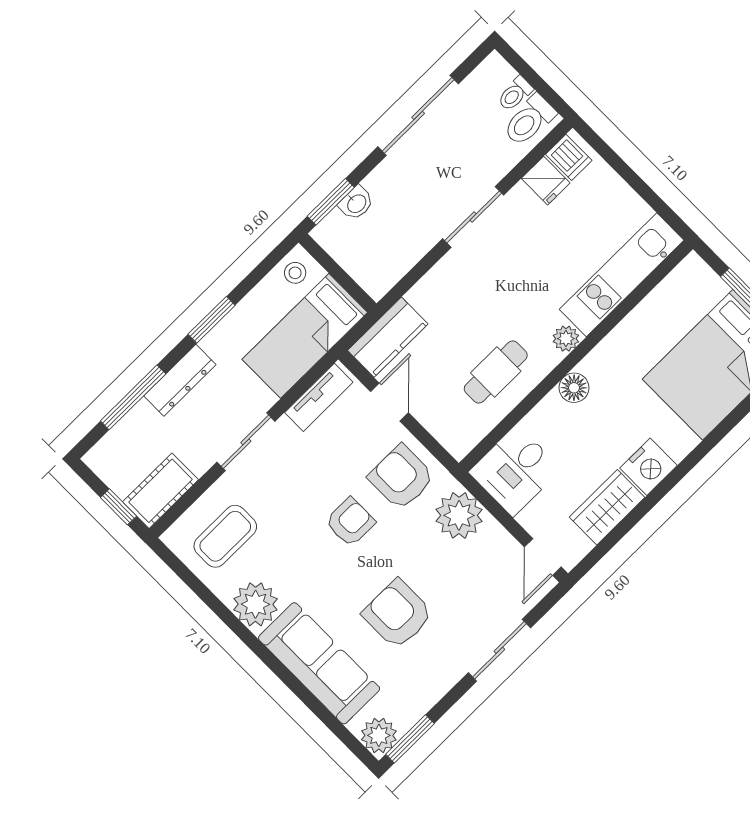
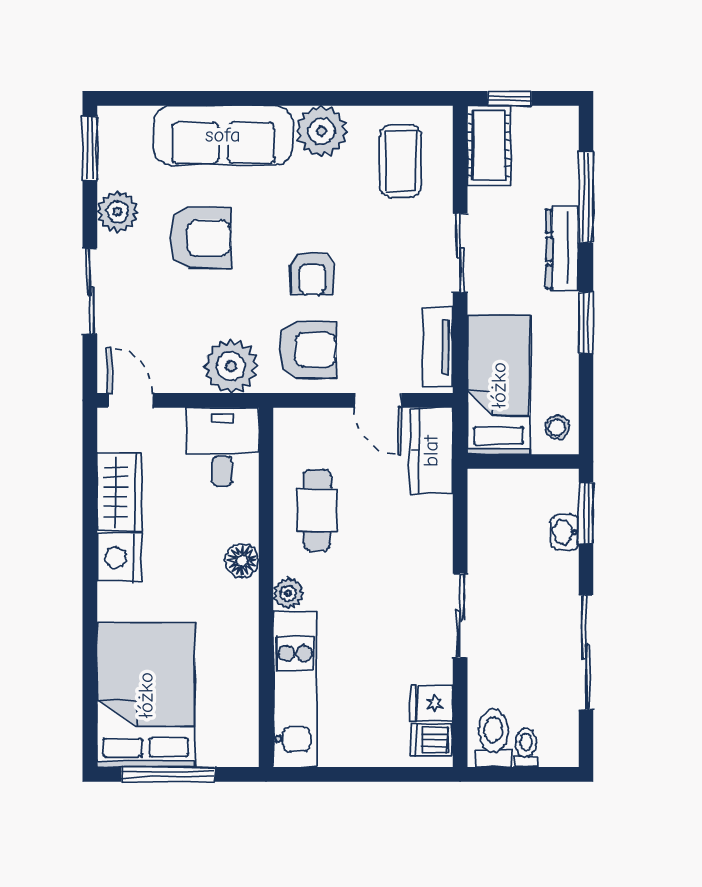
plant: (379, 735) -> (117, 212), moved

